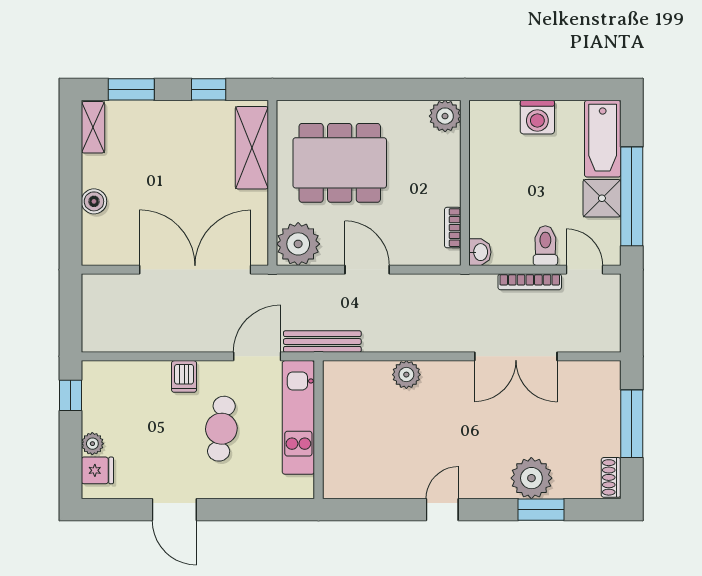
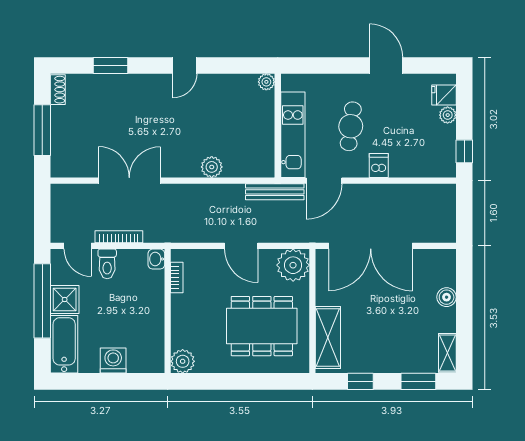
plant: (531, 478) -> (266, 82), moved, width x0.53, depth x0.53

